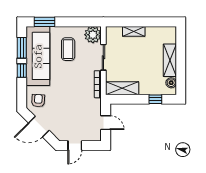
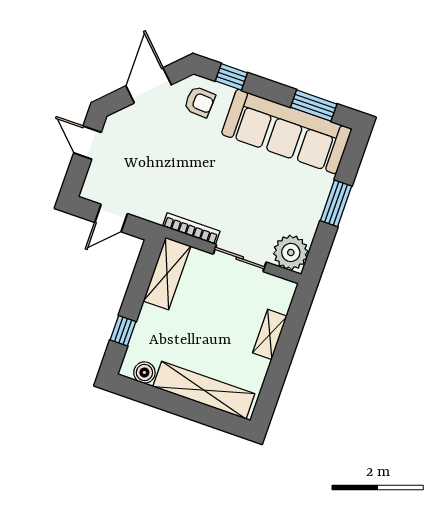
window: (45, 22) -> (336, 203), moved
coffee table: (68, 49) -> (280, 195), removed
shelving: (170, 60) -> (204, 390), width x1.47
window: (22, 71) -> (231, 77), moved

